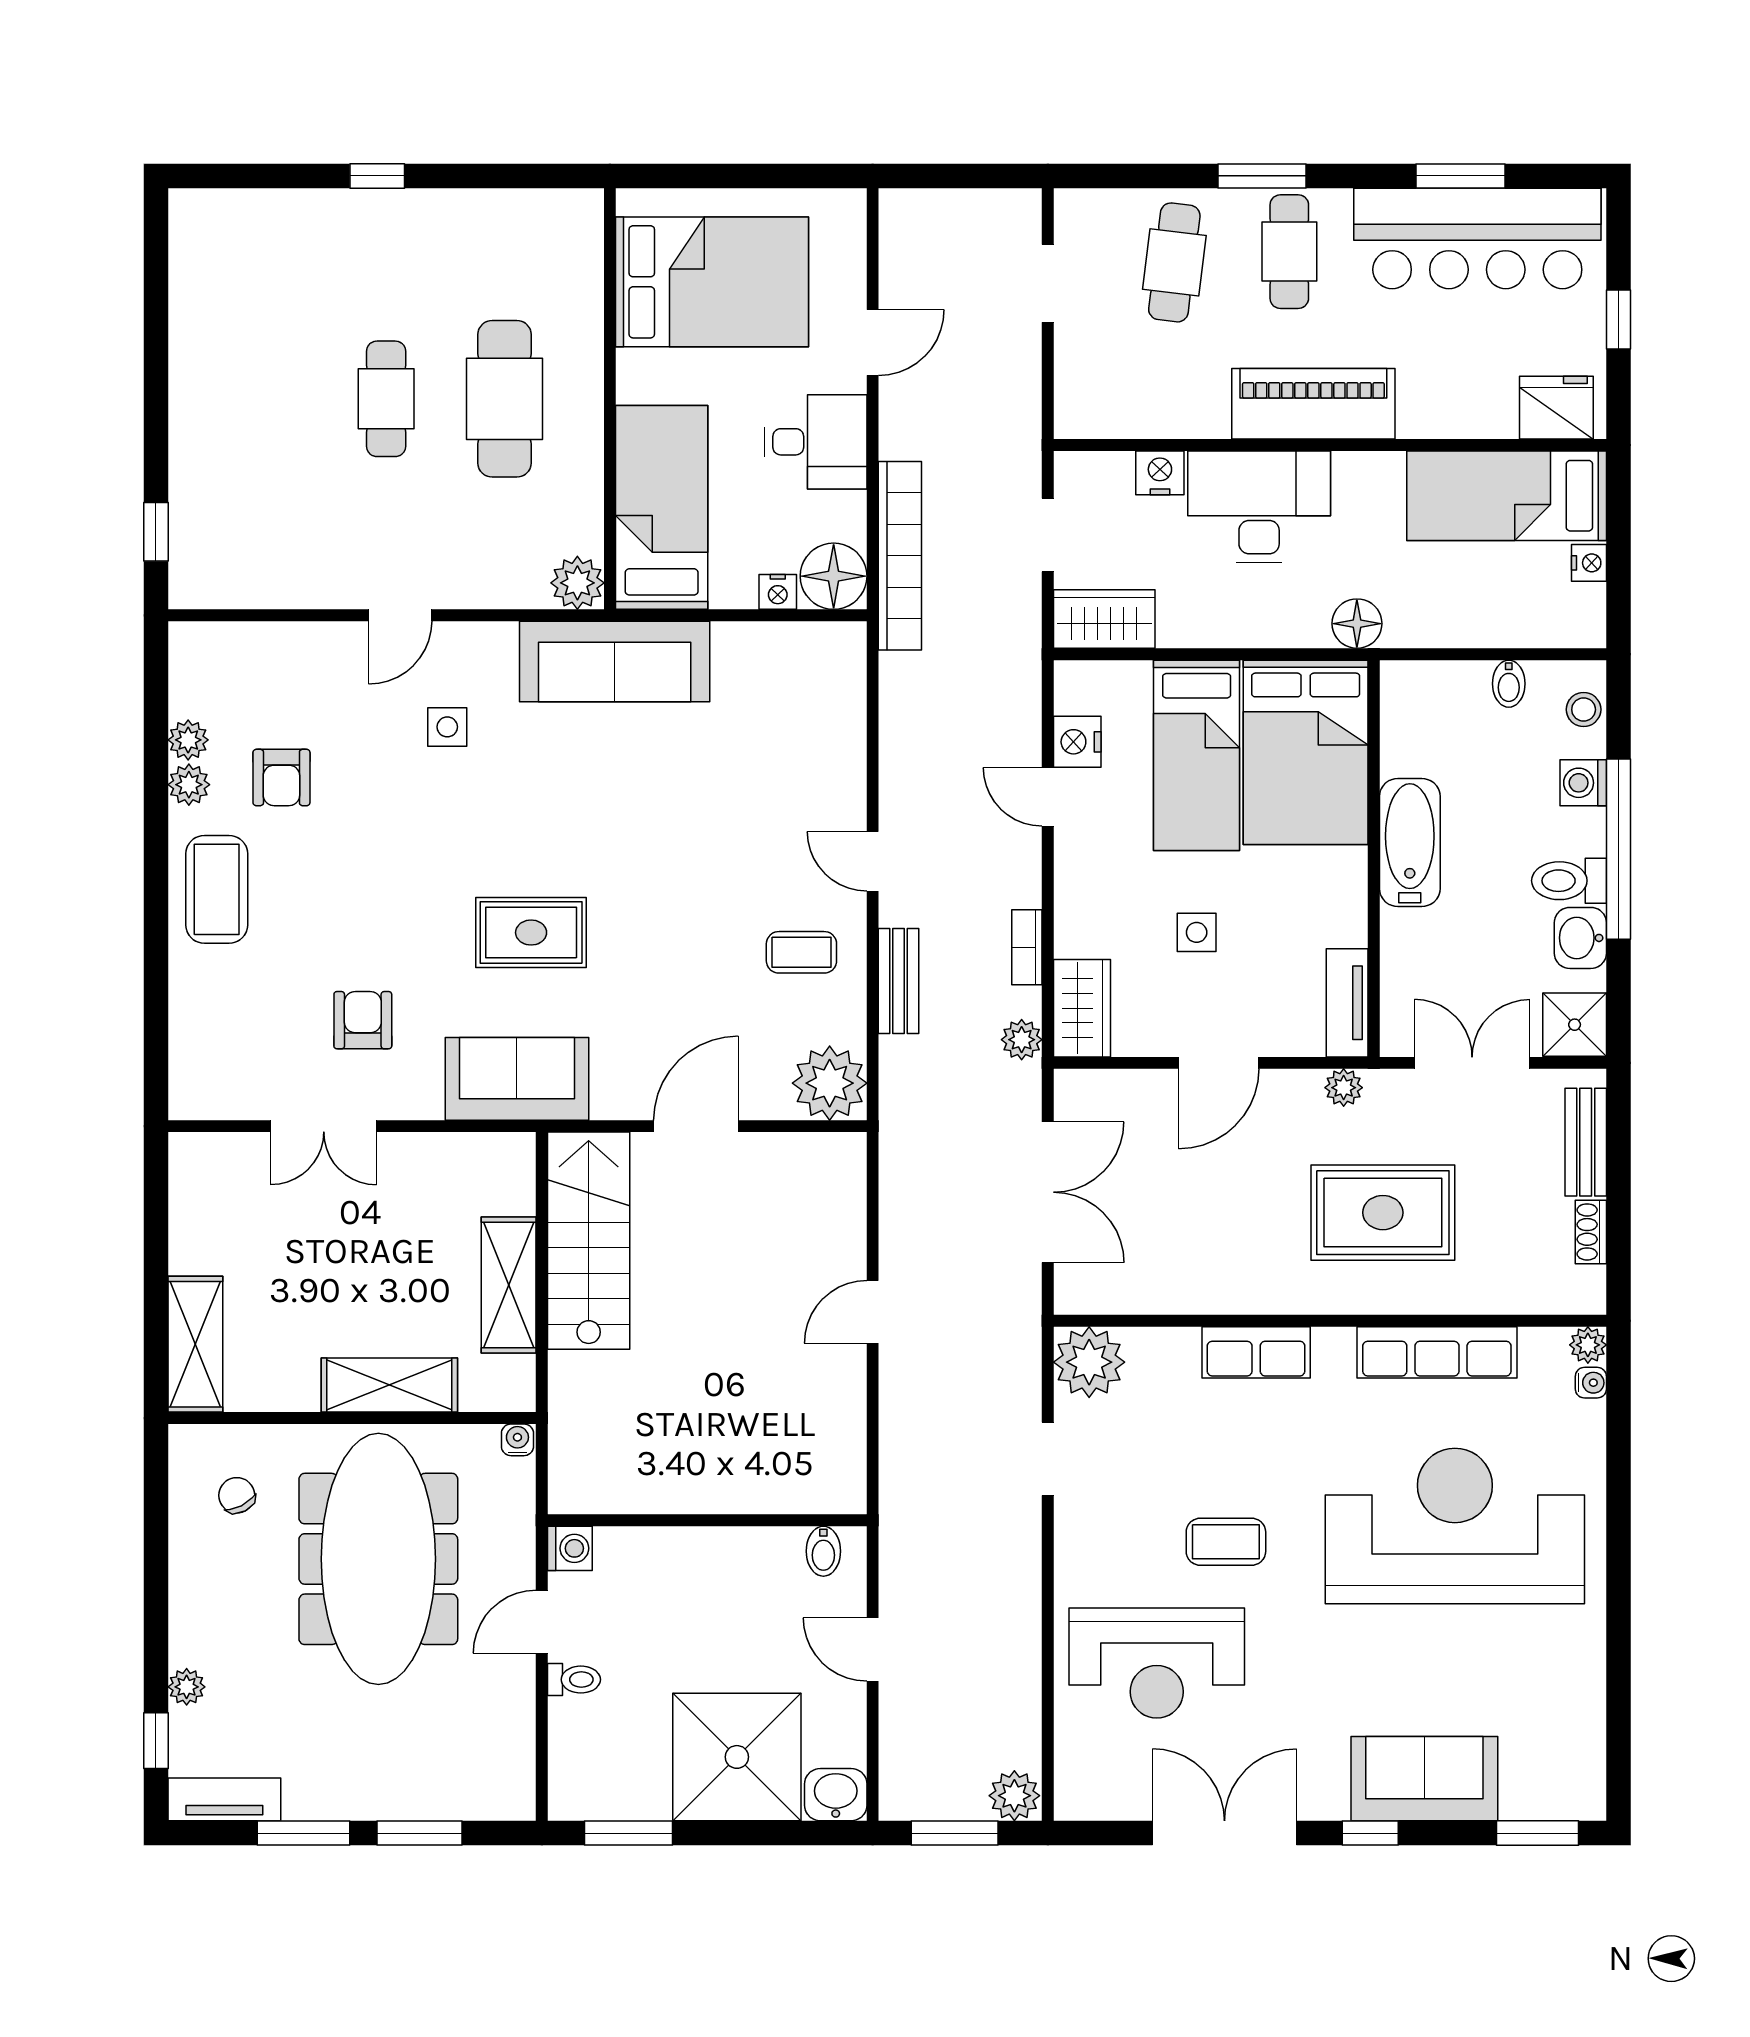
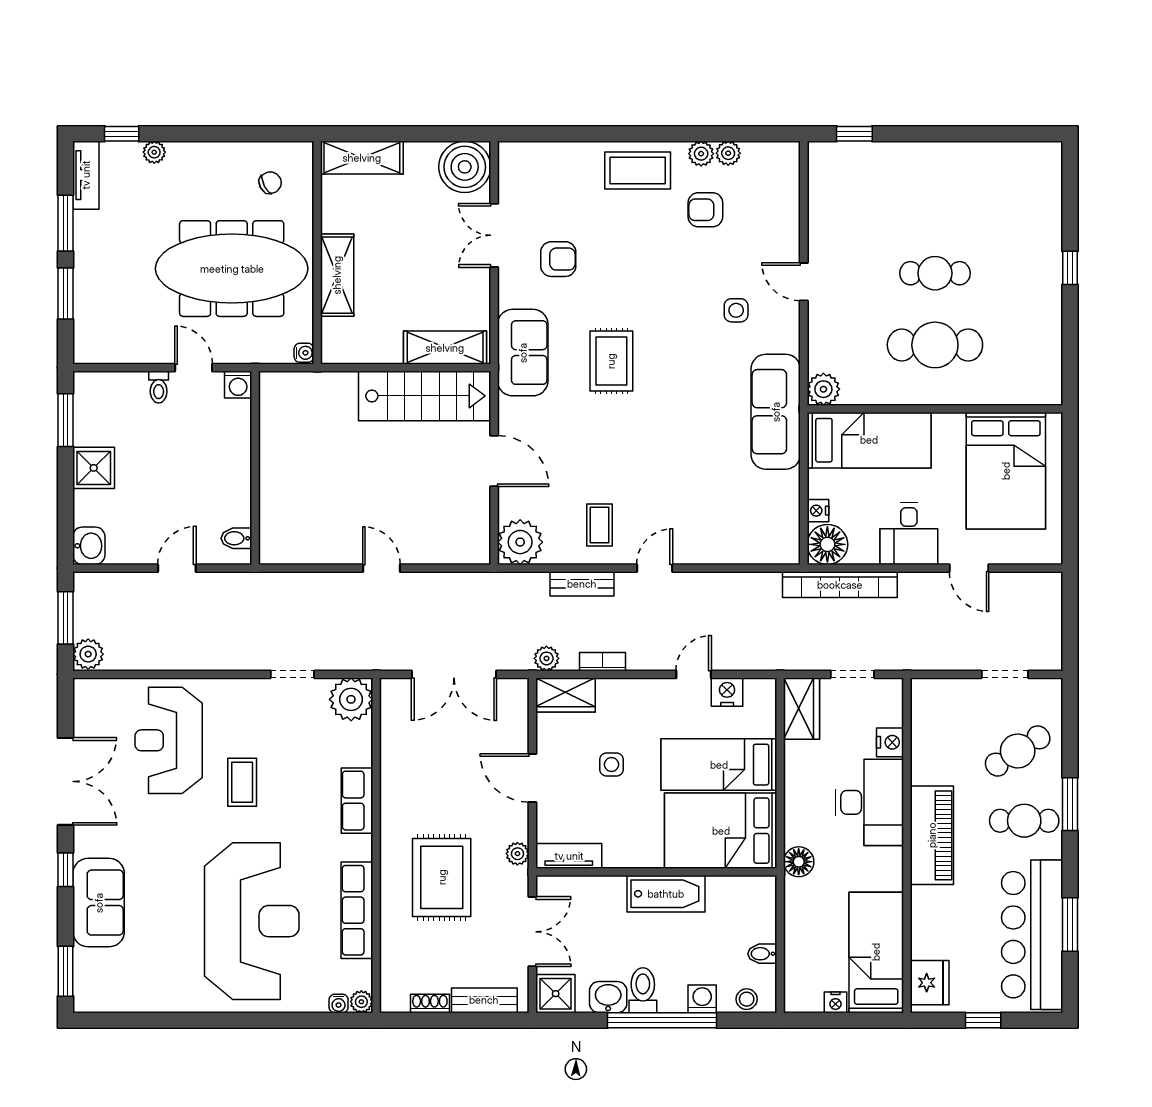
cafe table: (1174, 262) -> (1018, 751), turned -40
boiler: (211, 1175) -> (465, 167), added
shelving: (509, 1285) -> (445, 348), moved
shower: (737, 1757) -> (94, 468), width x0.54, depth x0.54

